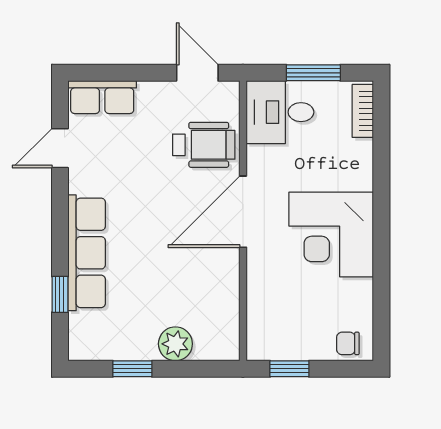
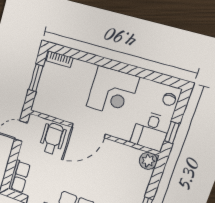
desk: (280, 112) -> (151, 131), moved
door: (243, 212) -> (88, 131), hinge flipped
plant: (175, 344) -> (148, 161), moved

